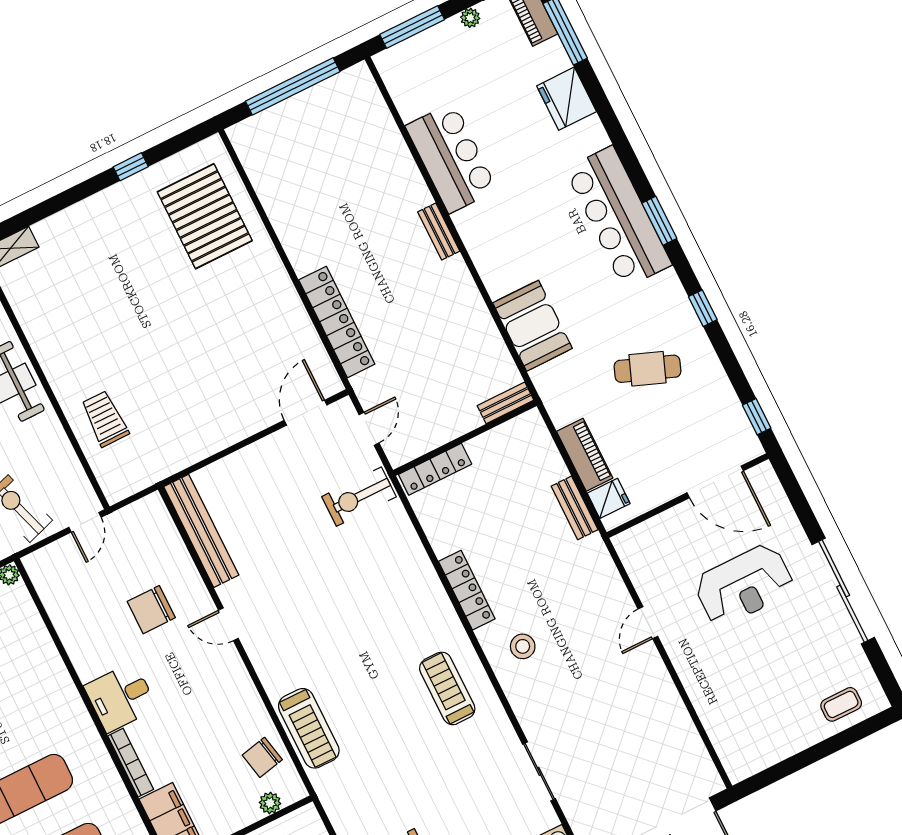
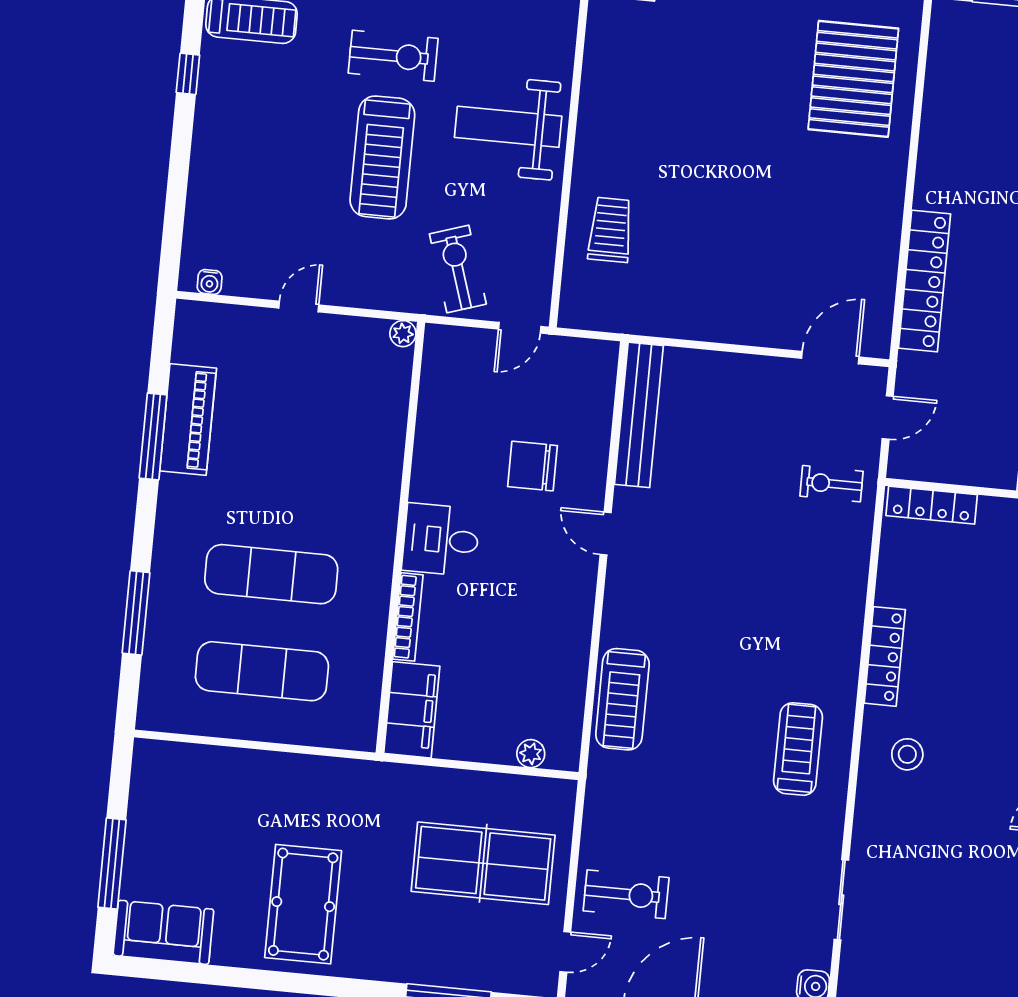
exercise bike: (359, 497) -> (831, 484), width x0.73, depth x0.72
chair: (262, 757) -> (553, 699), removed

